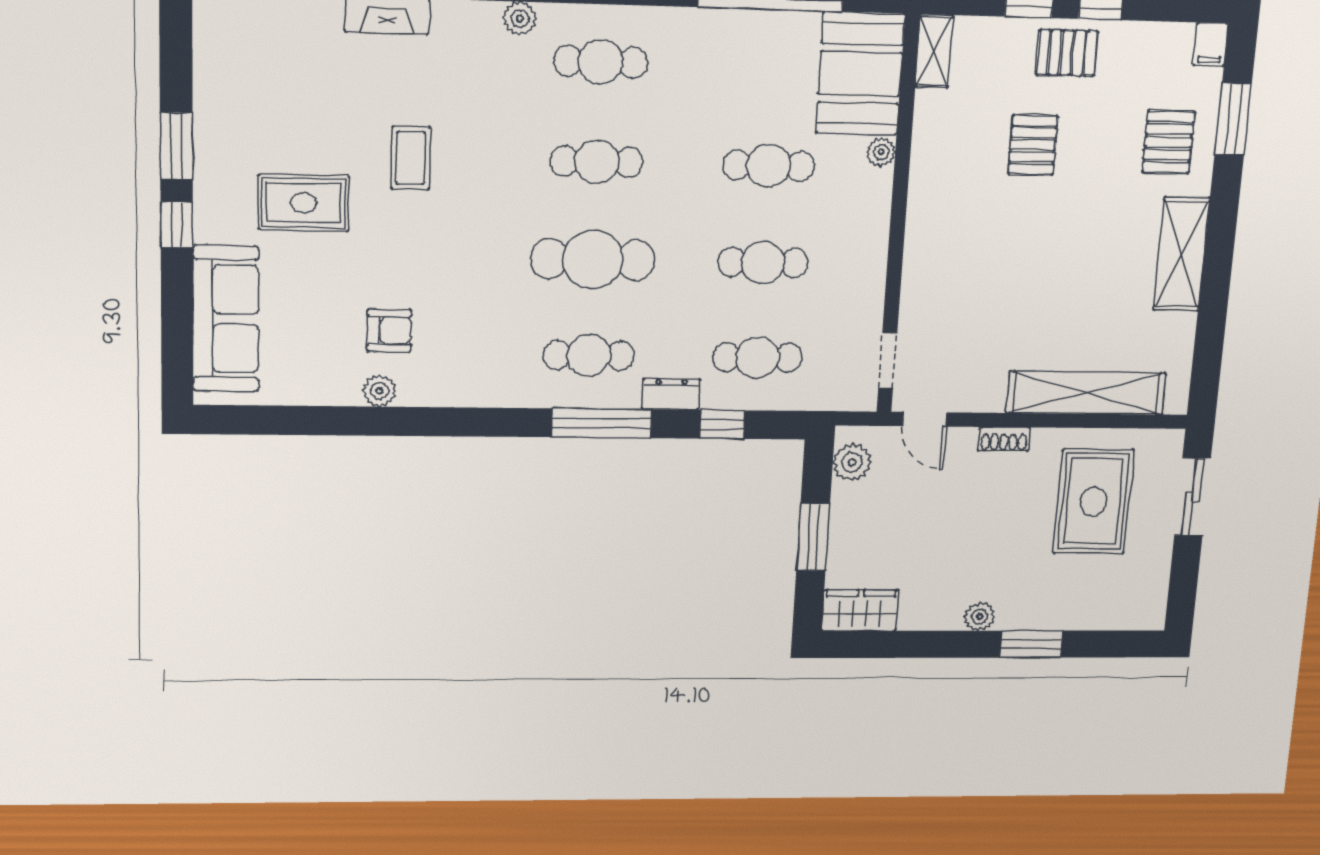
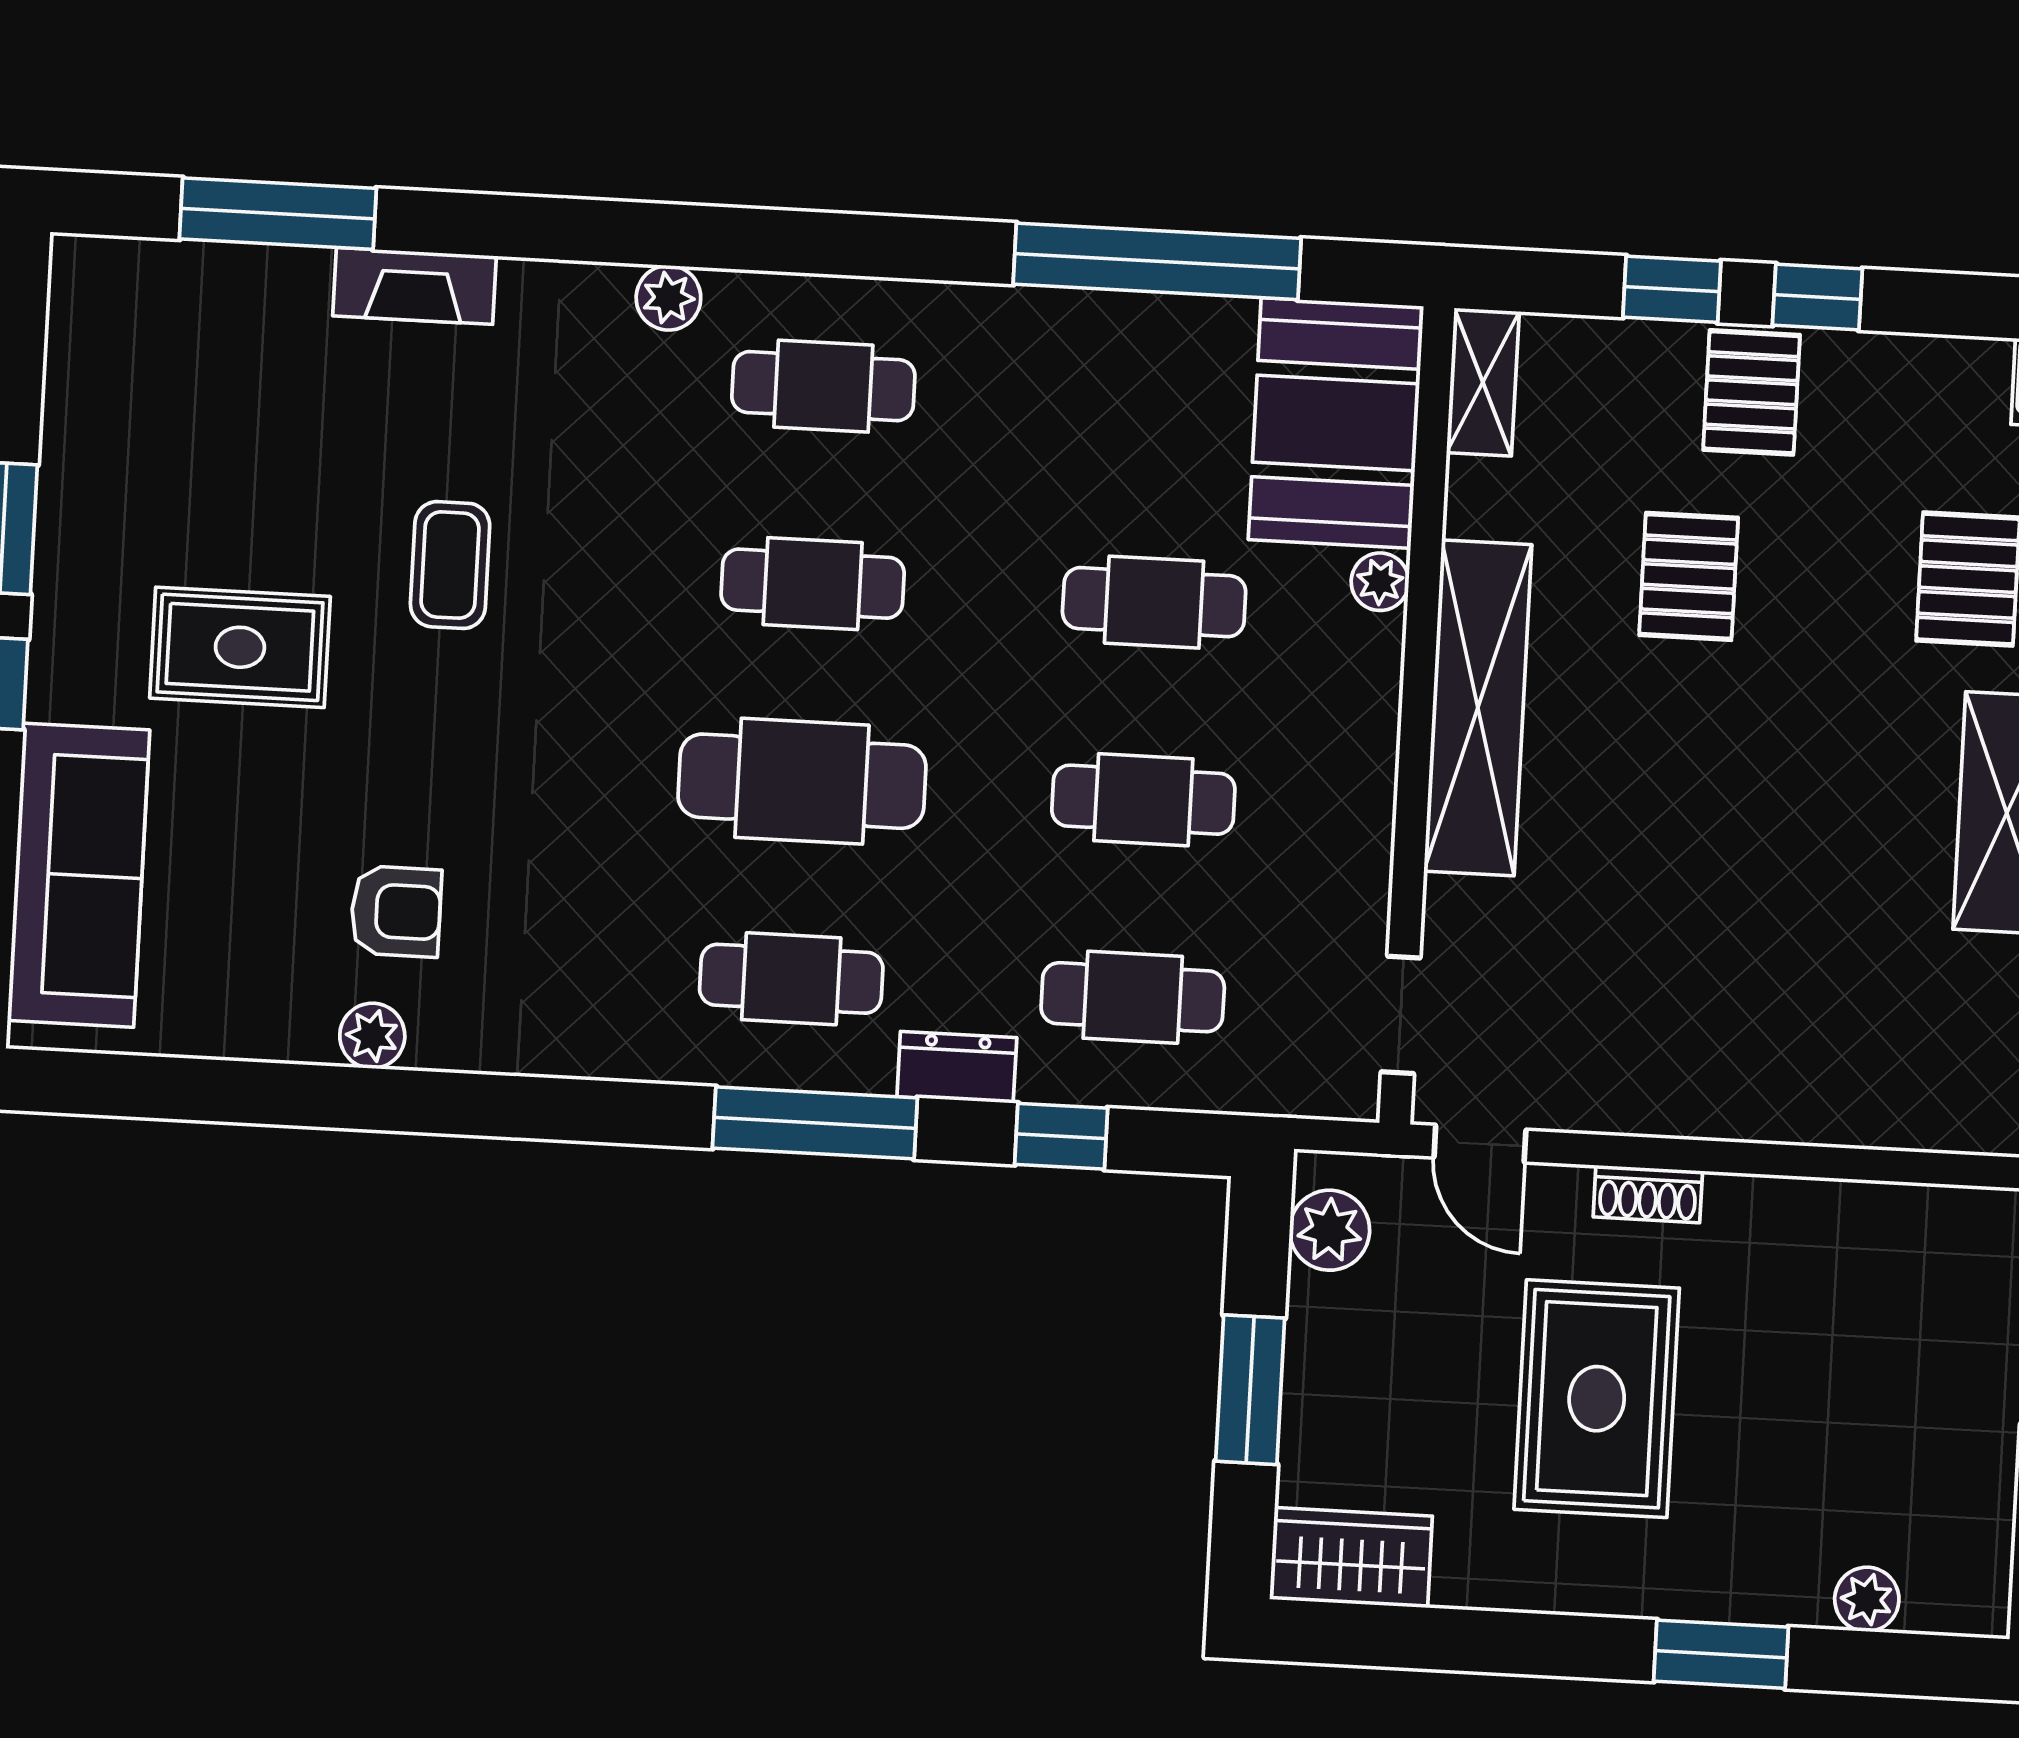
pallet: (1067, 53) -> (1752, 392), turned 90
shelving: (1086, 393) -> (1478, 708), moved, turned 90
rug: (1093, 501) -> (1597, 1399), moved
plant: (979, 617) -> (1867, 1599), moved

